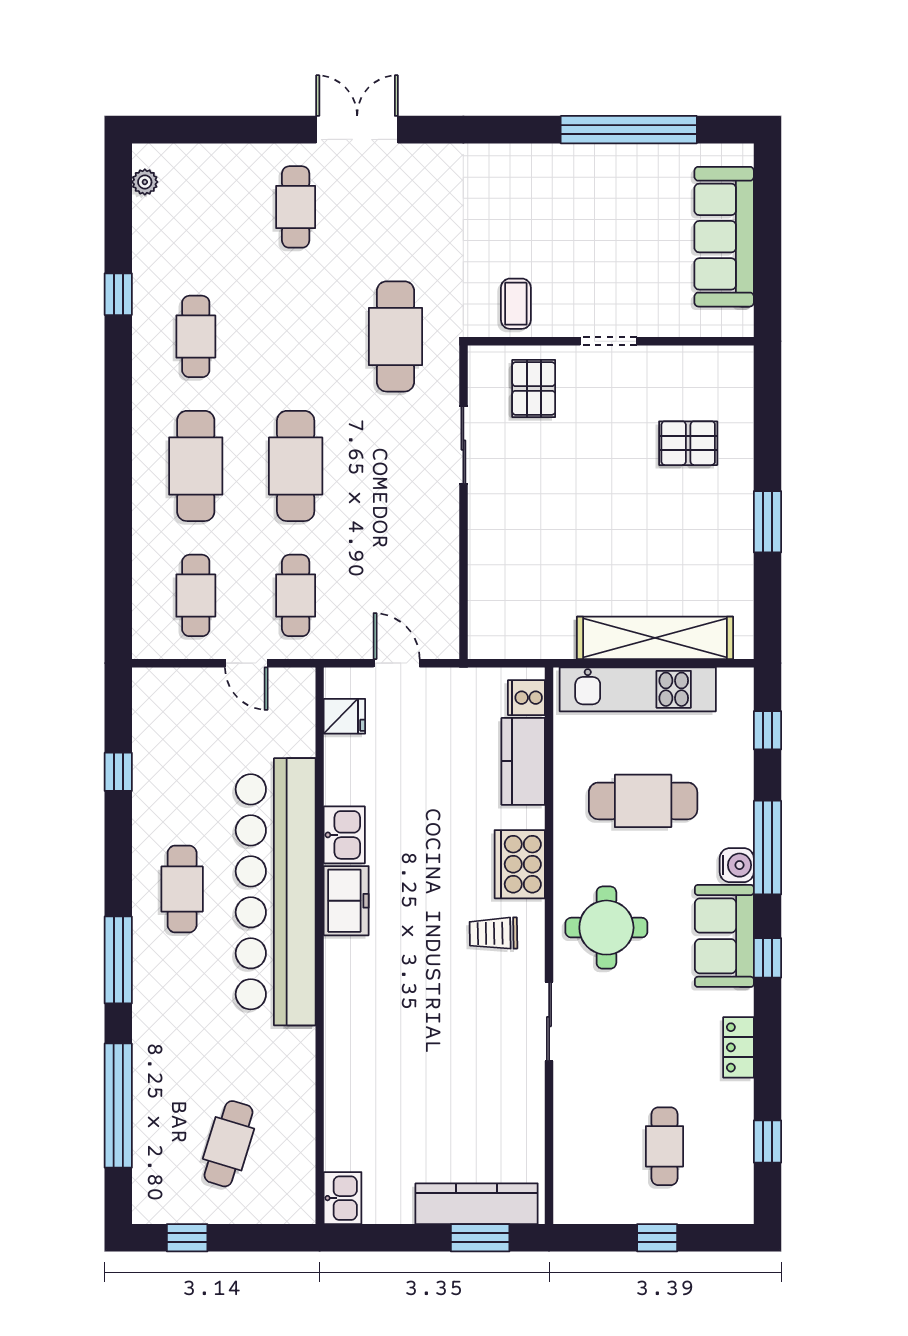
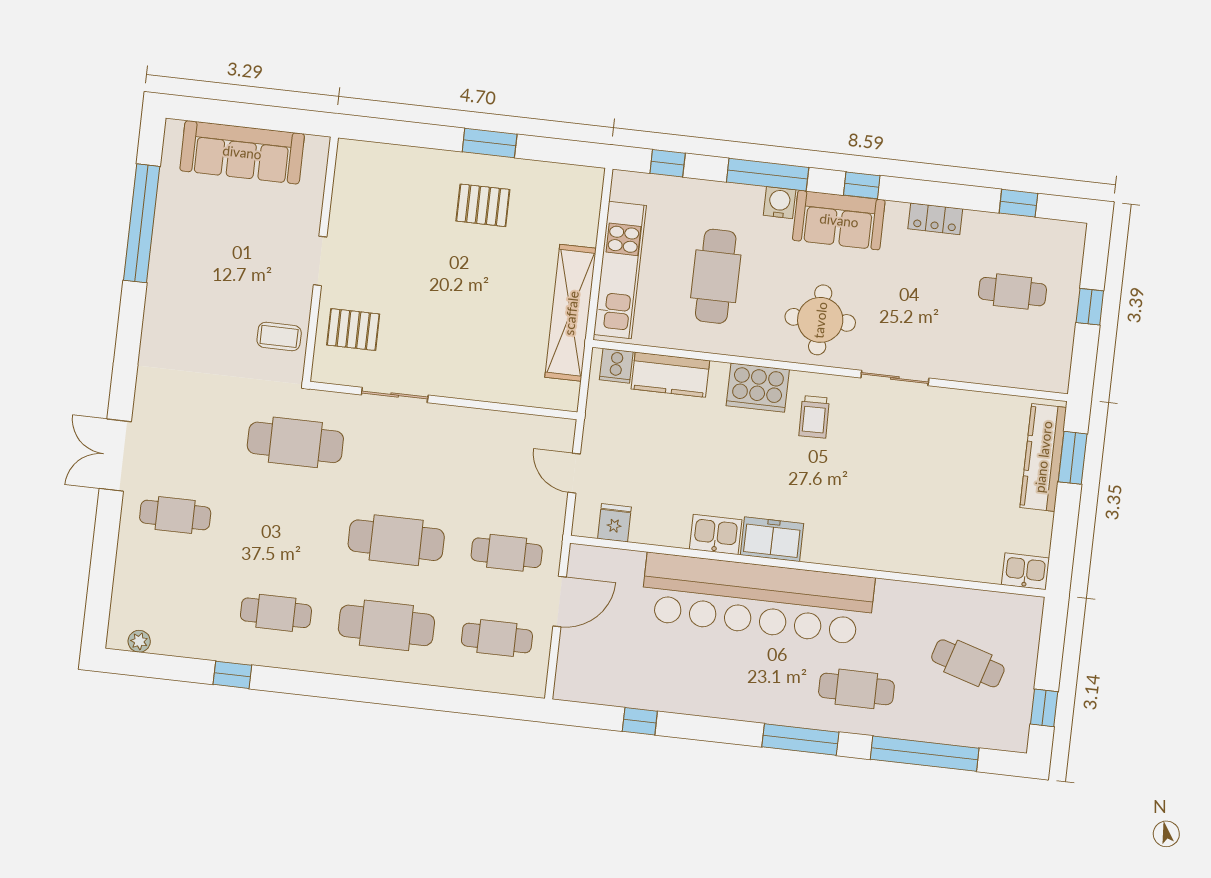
pallet: (688, 443) -> (483, 205), moved, turned 90
shelving: (655, 638) -> (571, 313), moved
door: (246, 663) -> (560, 601), width x1.37
door: (397, 663) -> (574, 473), hinge flipped
cafe table: (182, 889) -> (856, 689), moved

